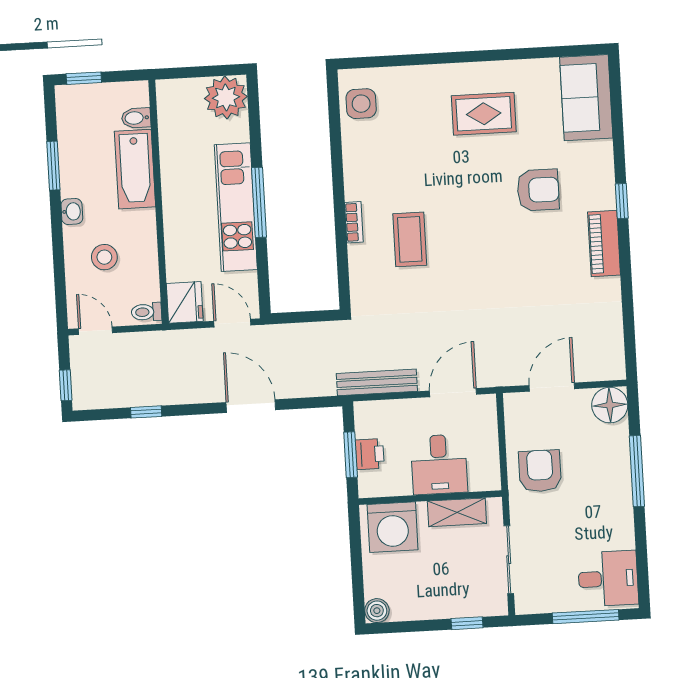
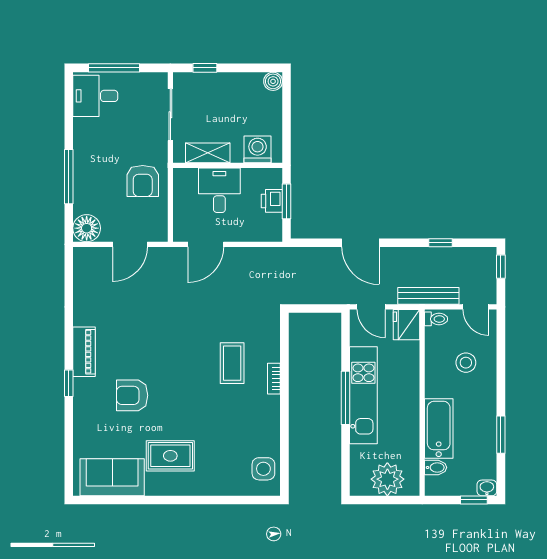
plant: (226, 97) -> (387, 479), moved
sofa: (586, 98) -> (112, 477), moved, turned -90
washbasin: (72, 212) -> (487, 488), moved, turned 90
bench: (377, 382) -> (428, 296), moved
washing machine: (393, 527) -> (258, 149), width x0.73, depth x0.73

